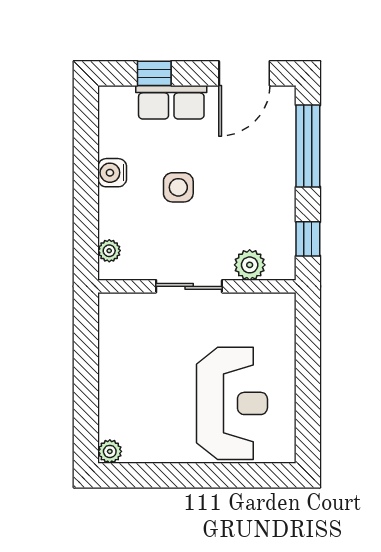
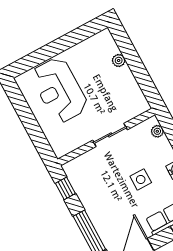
plant: (250, 265) -> (87, 161), removed
plant: (110, 451) -> (119, 60), moved

